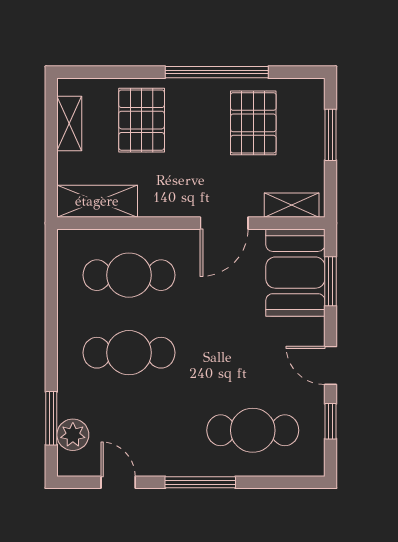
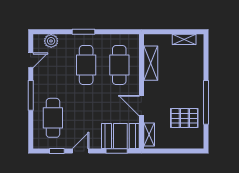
pallet: (142, 120) -> (186, 70), removed
window: (330, 135) -> (179, 151), removed
shelving: (97, 201) -> (151, 63), moved
window: (51, 418) -> (83, 32), moved

